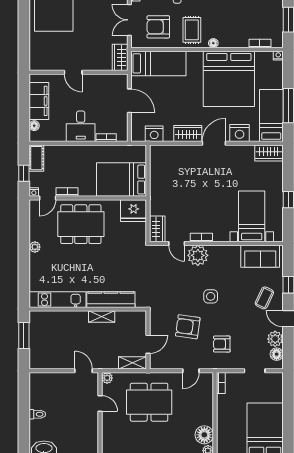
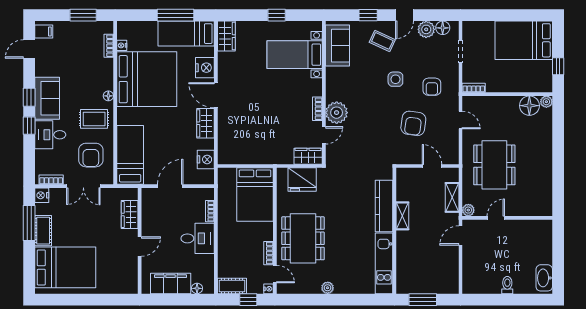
nightstand: (278, 56) -> (122, 45), moved
wardrobe: (120, 57) -> (130, 215), moved, turned 90
fridge: (134, 211) -> (302, 179), moved, turned 90
side table: (211, 296) -> (395, 79), moved
shelving: (133, 363) -> (452, 197), moved

